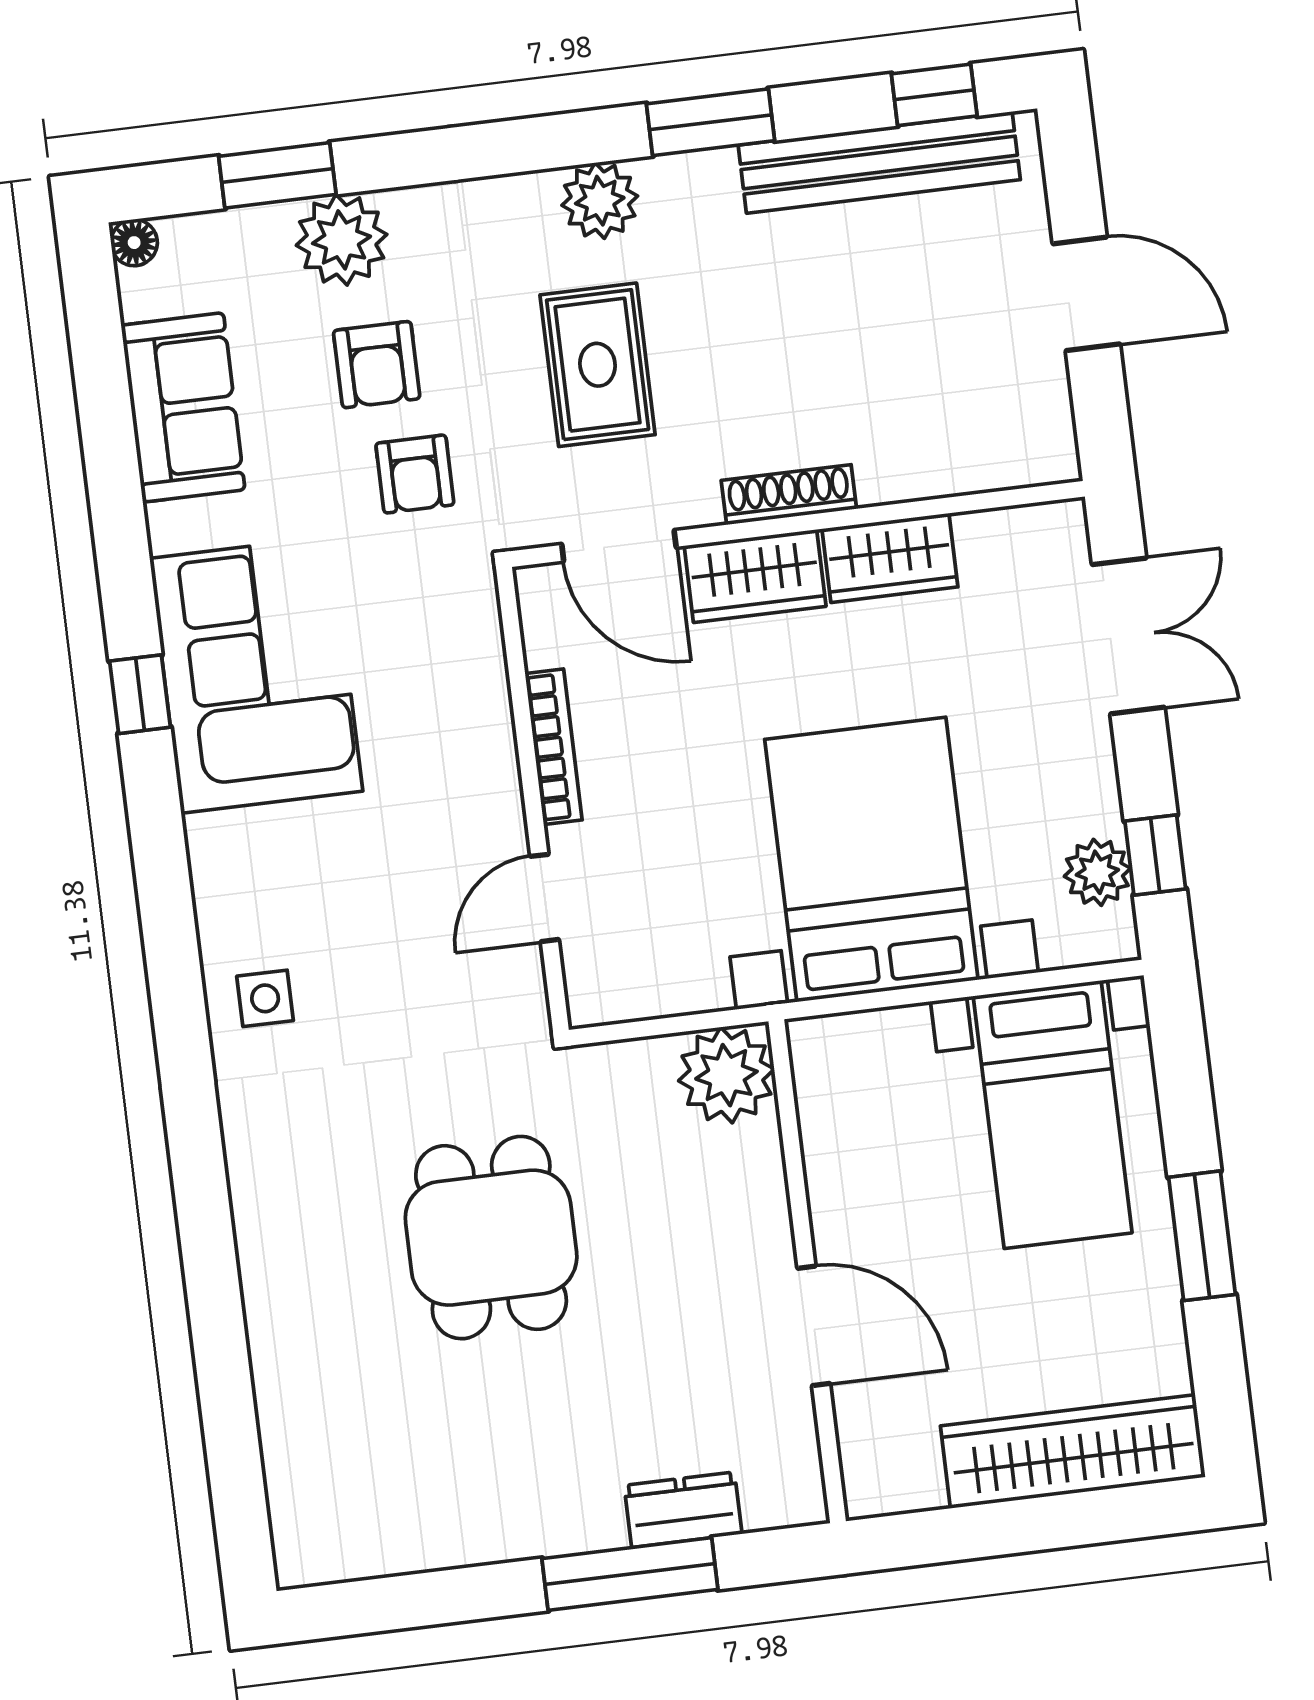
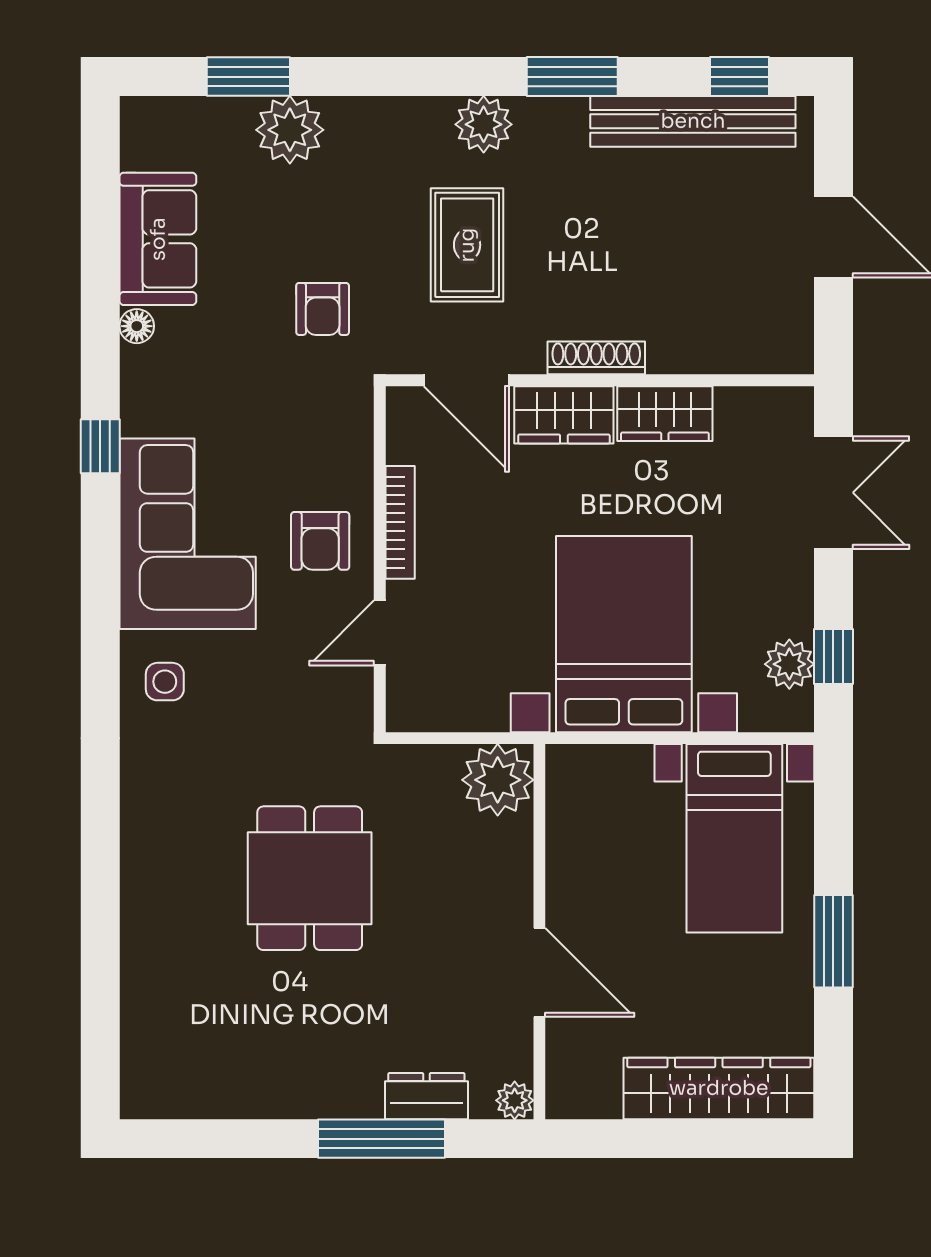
floor lamp: (134, 243) -> (137, 326), moved
armchair: (377, 365) -> (320, 541), moved
corner sofa: (256, 675) -> (188, 534), moved
plant: (802, 1501) -> (515, 1100), added

